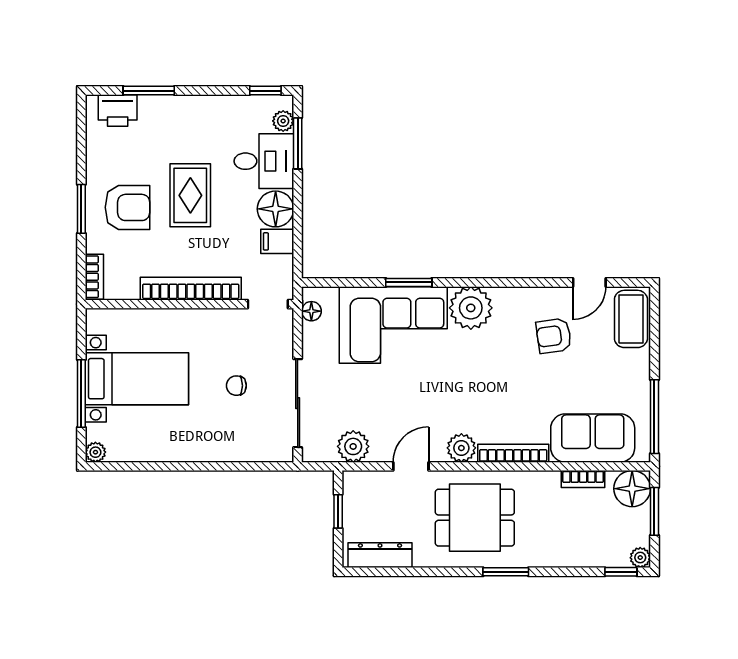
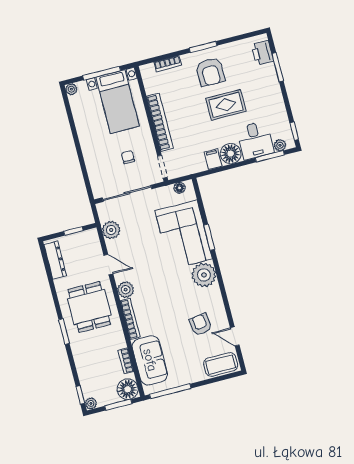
bookcase: (191, 289) -> (160, 122), moved
wall: (189, 304) -> (151, 124), moved
doorway: (268, 304) -> (162, 167), moved

